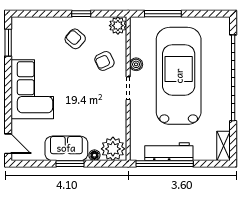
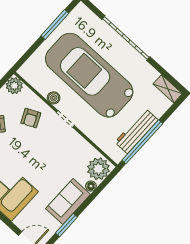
window: (163, 14) -> (55, 24), moved
garage door: (233, 78) -> (126, 38), width x0.73
window: (70, 164) -> (66, 225), moved

